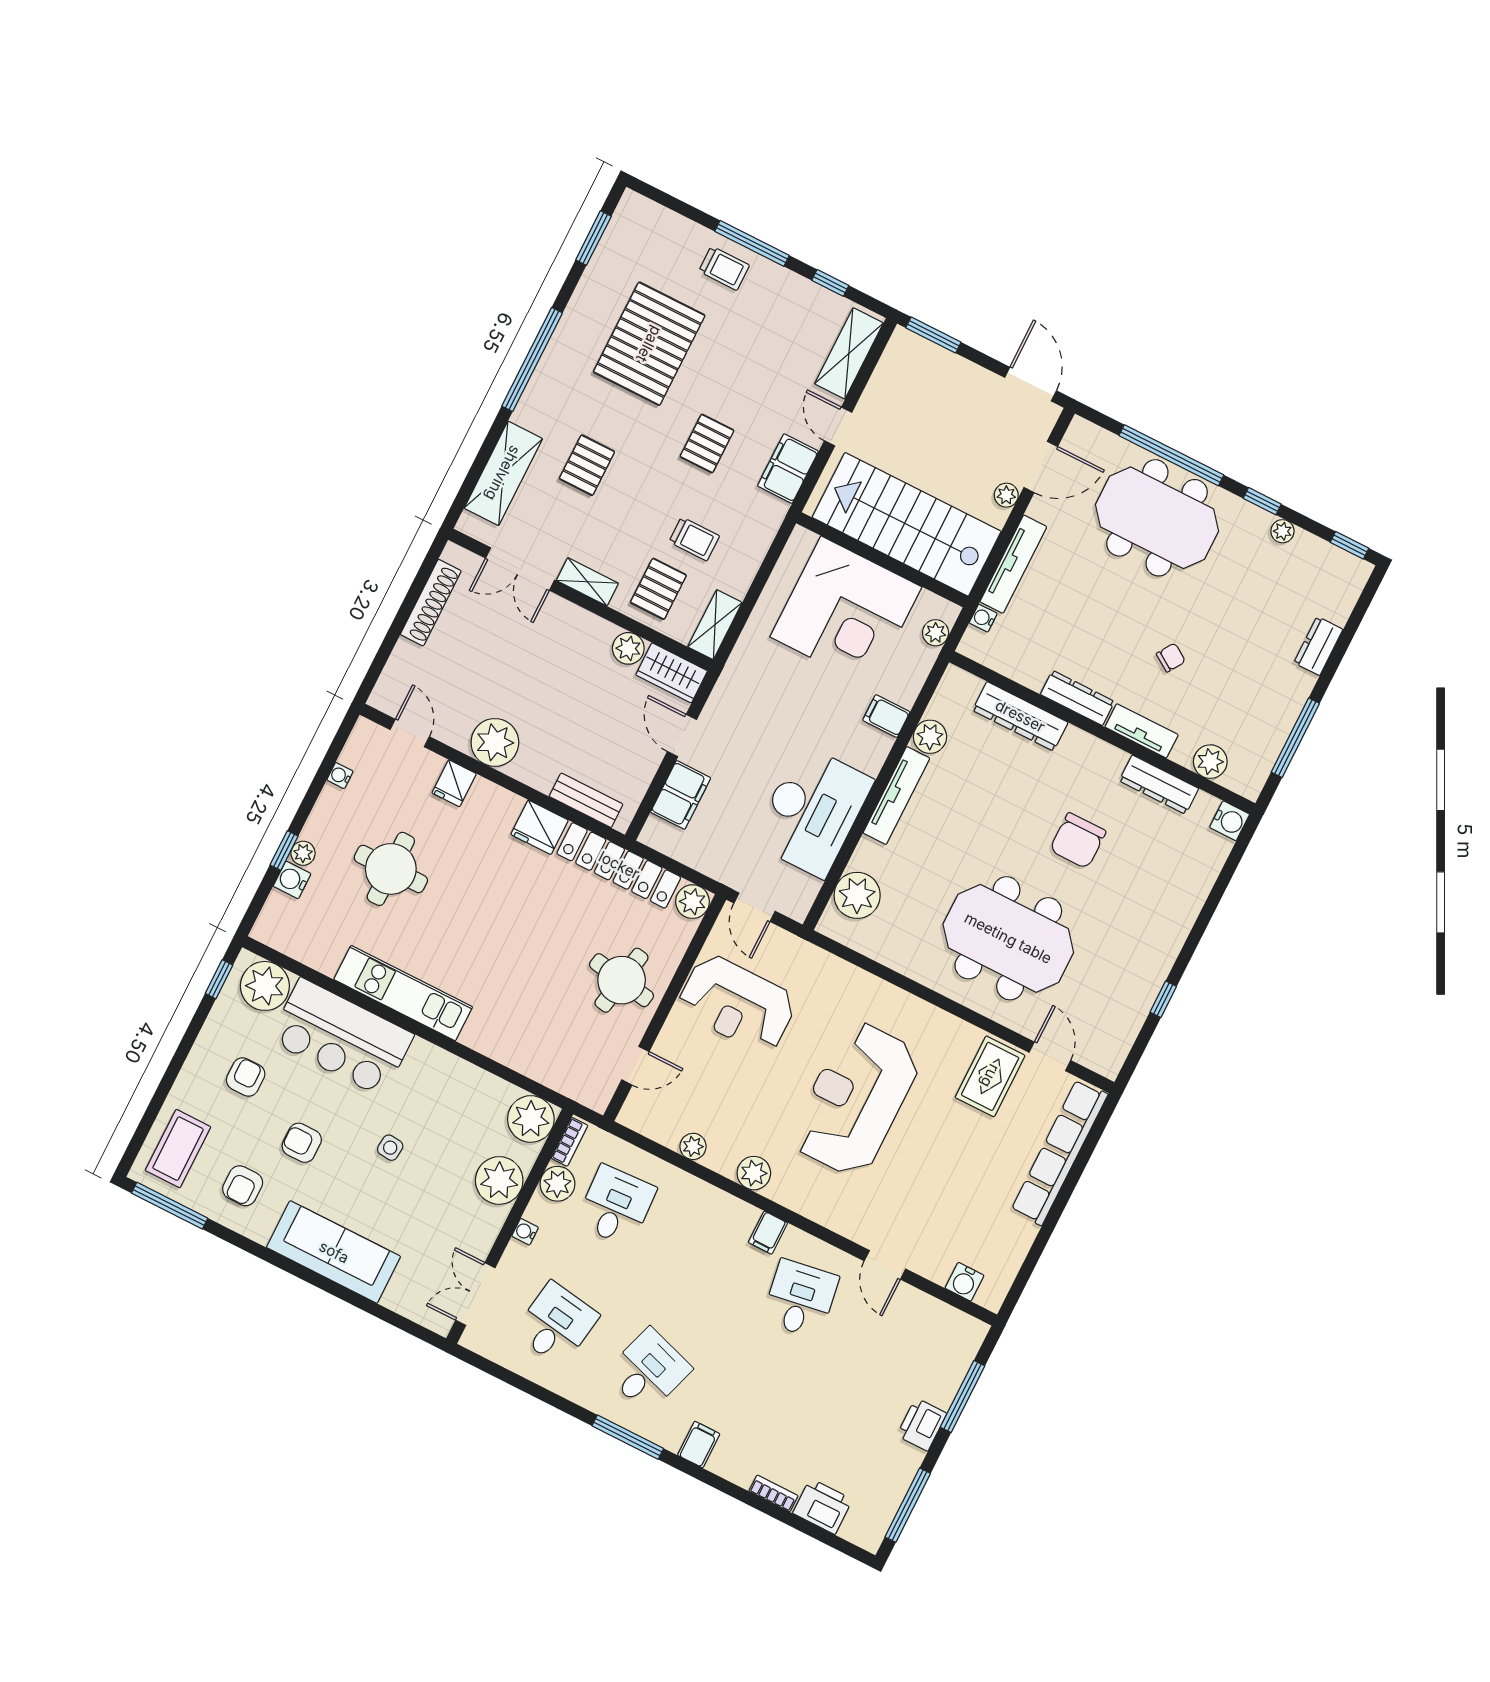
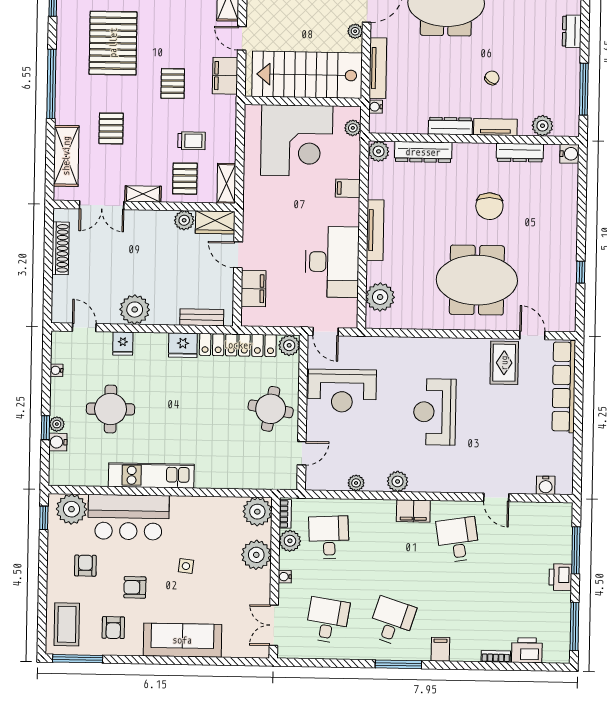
plant: (930, 737) -> (379, 151), moved
reception desk: (856, 1099) -> (435, 412), width x0.74, depth x0.77
filing cabinet: (768, 1233) -> (413, 511), width x2.00

